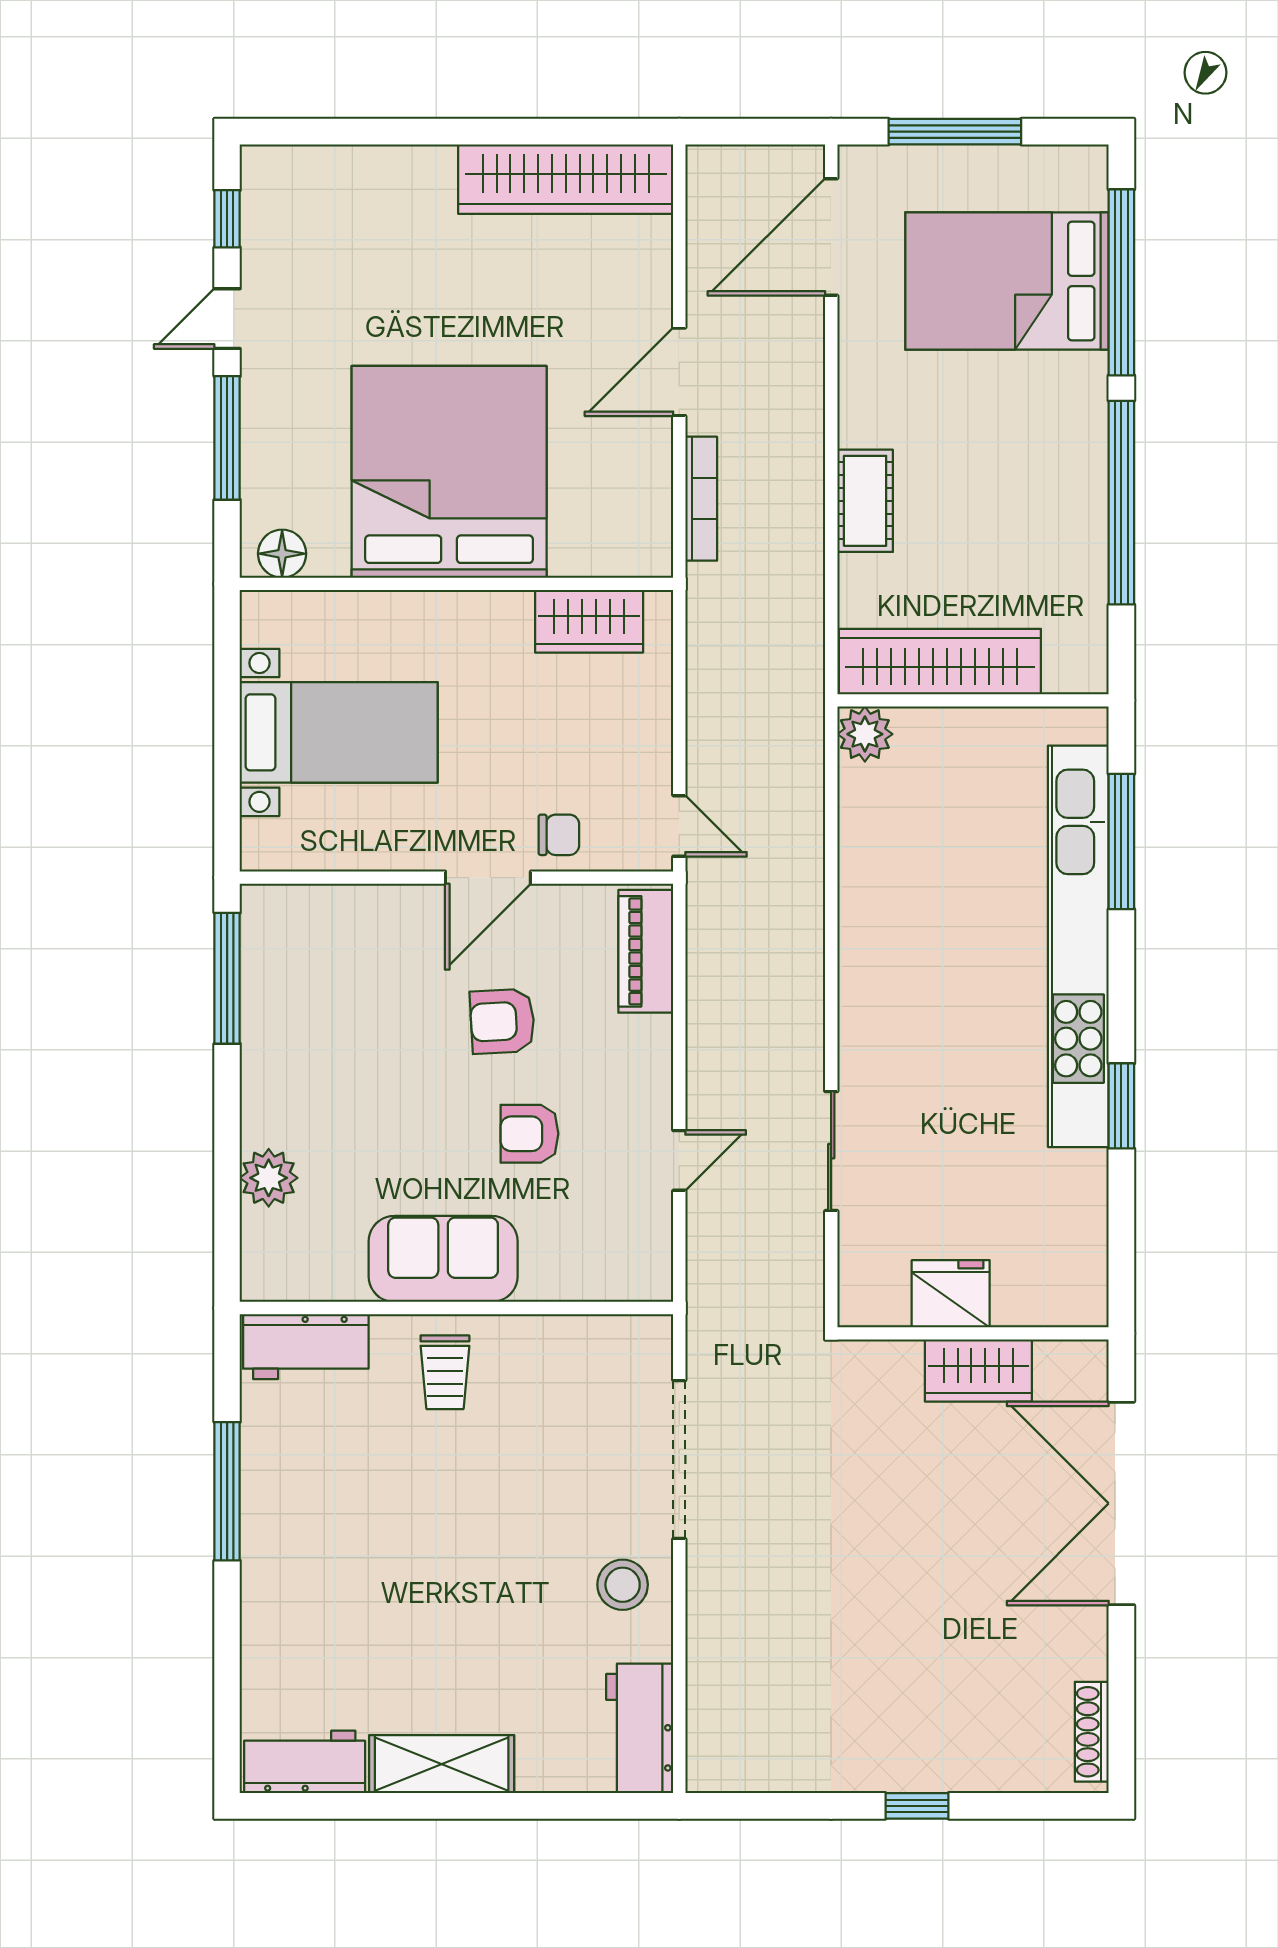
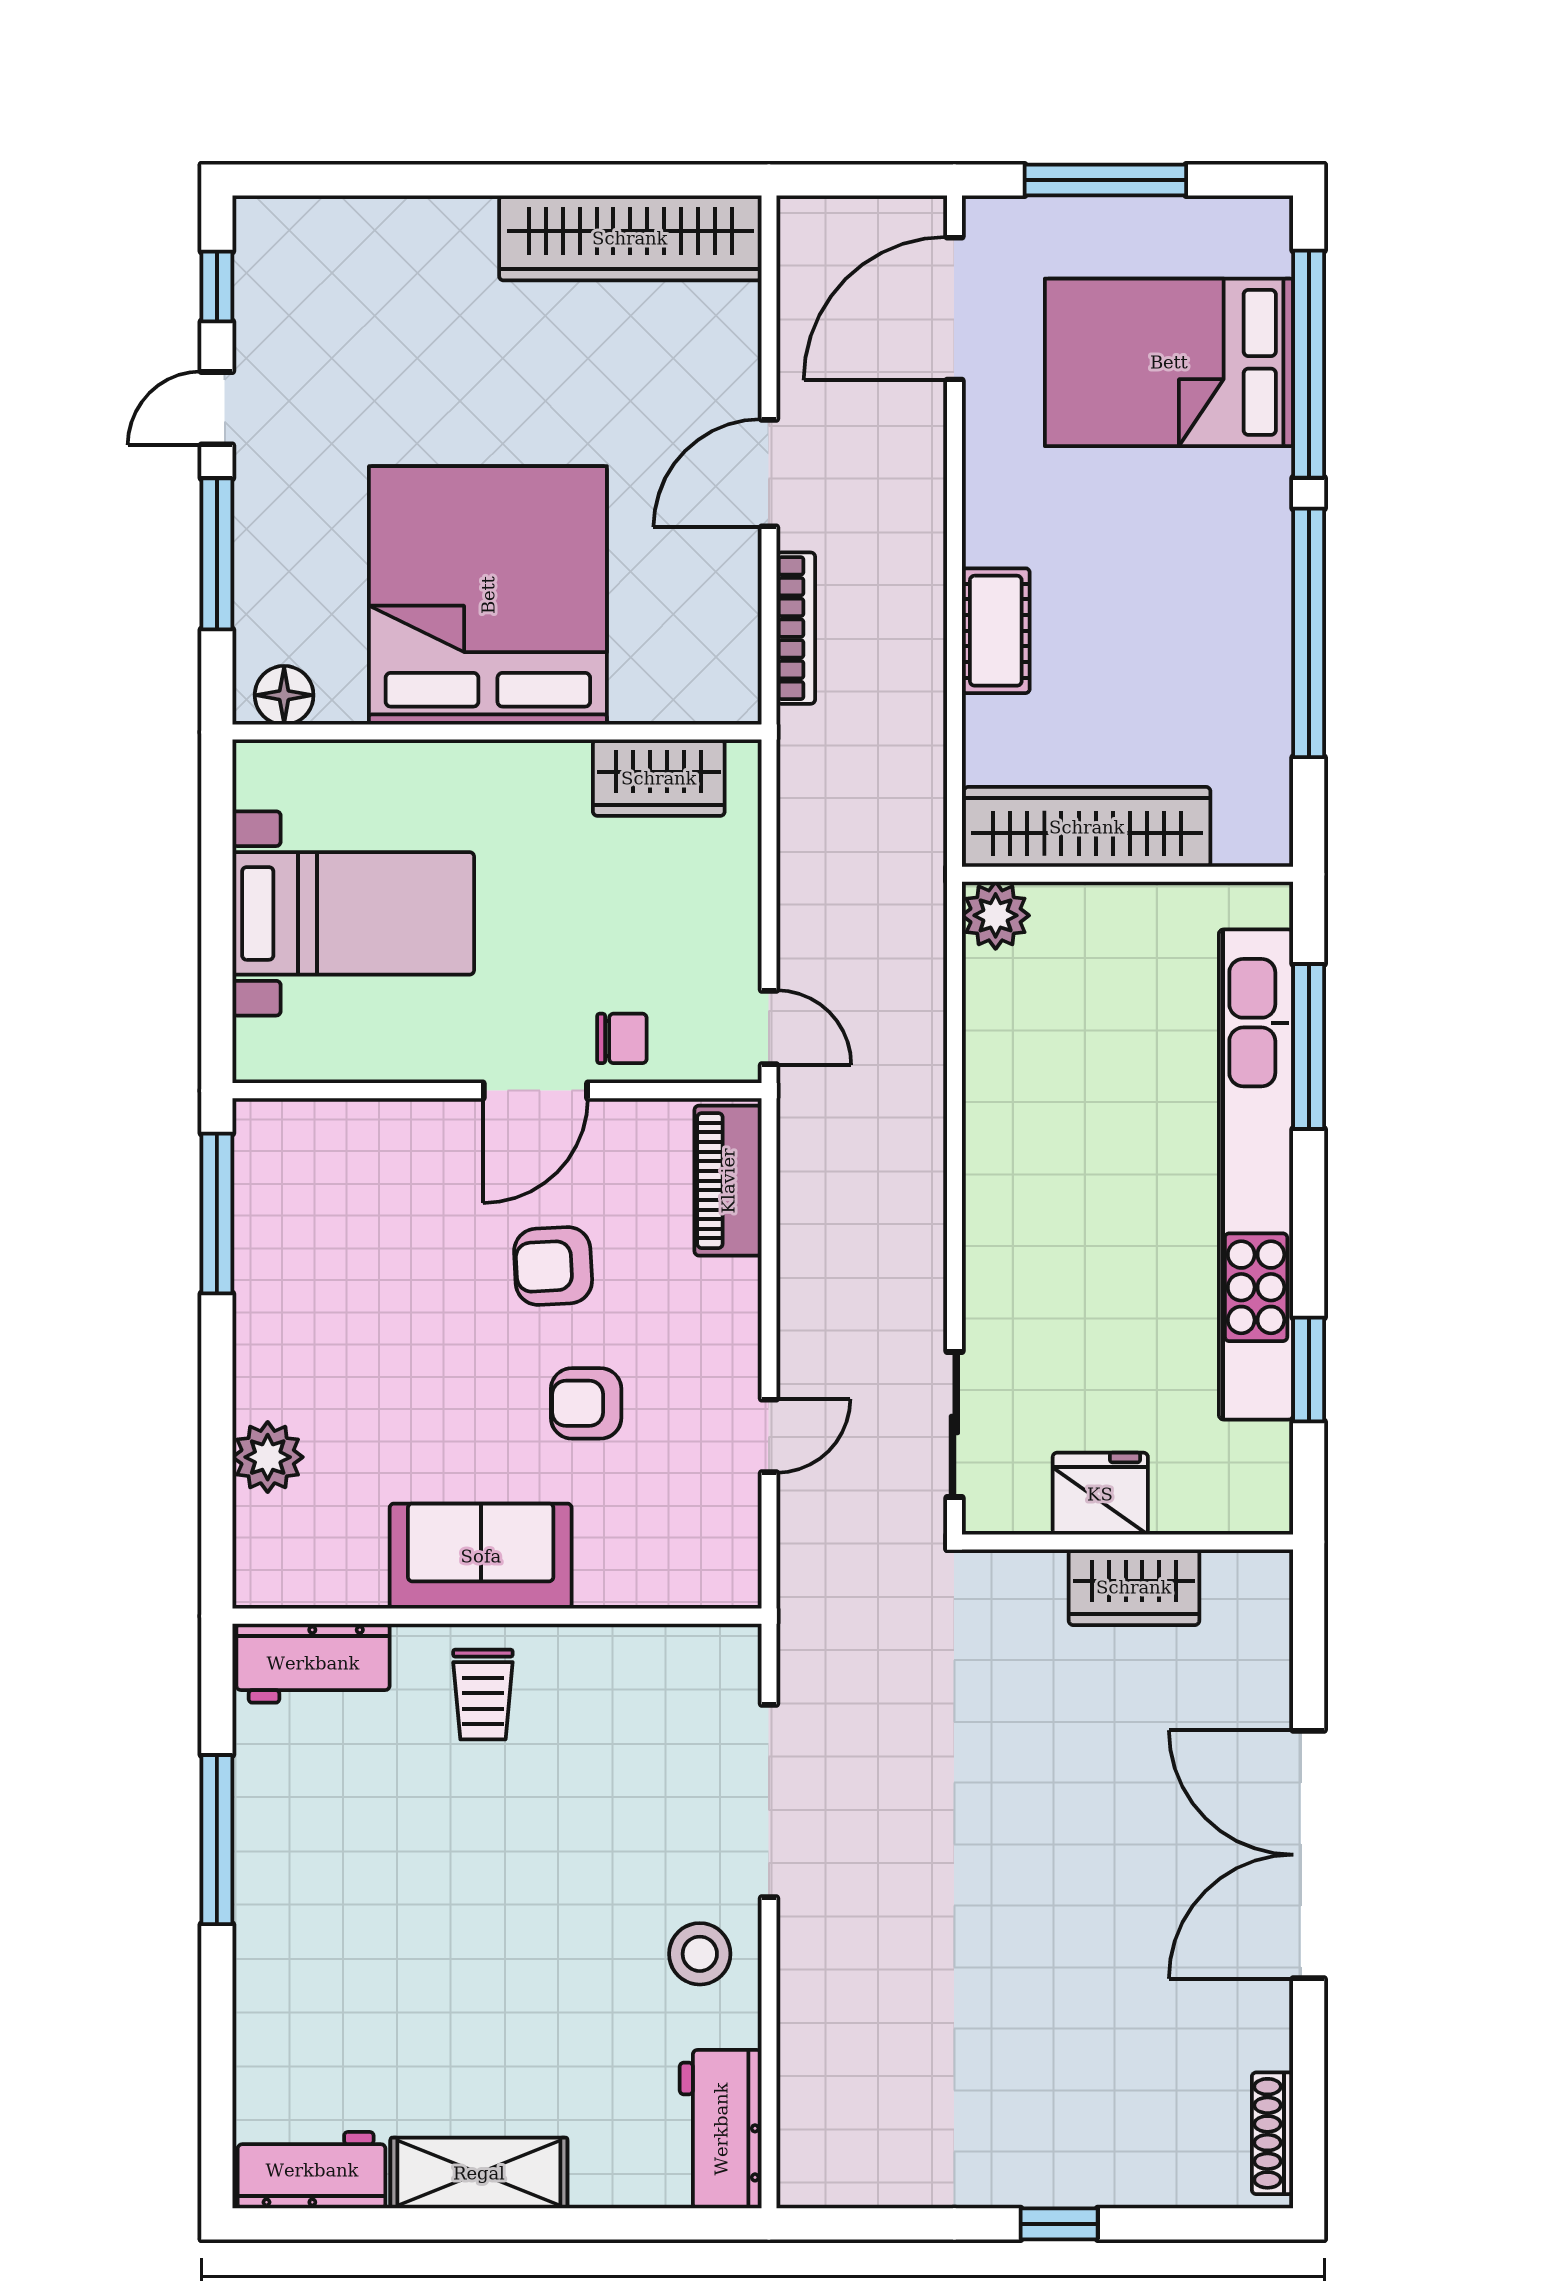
fridge: (951, 1294) -> (1100, 1494), moved
wall: (973, 1333) -> (1128, 1542), moved
wardrobe: (978, 1370) -> (1134, 1587), moved

